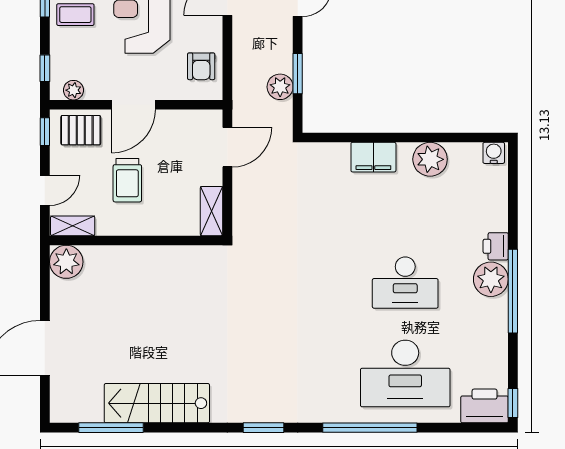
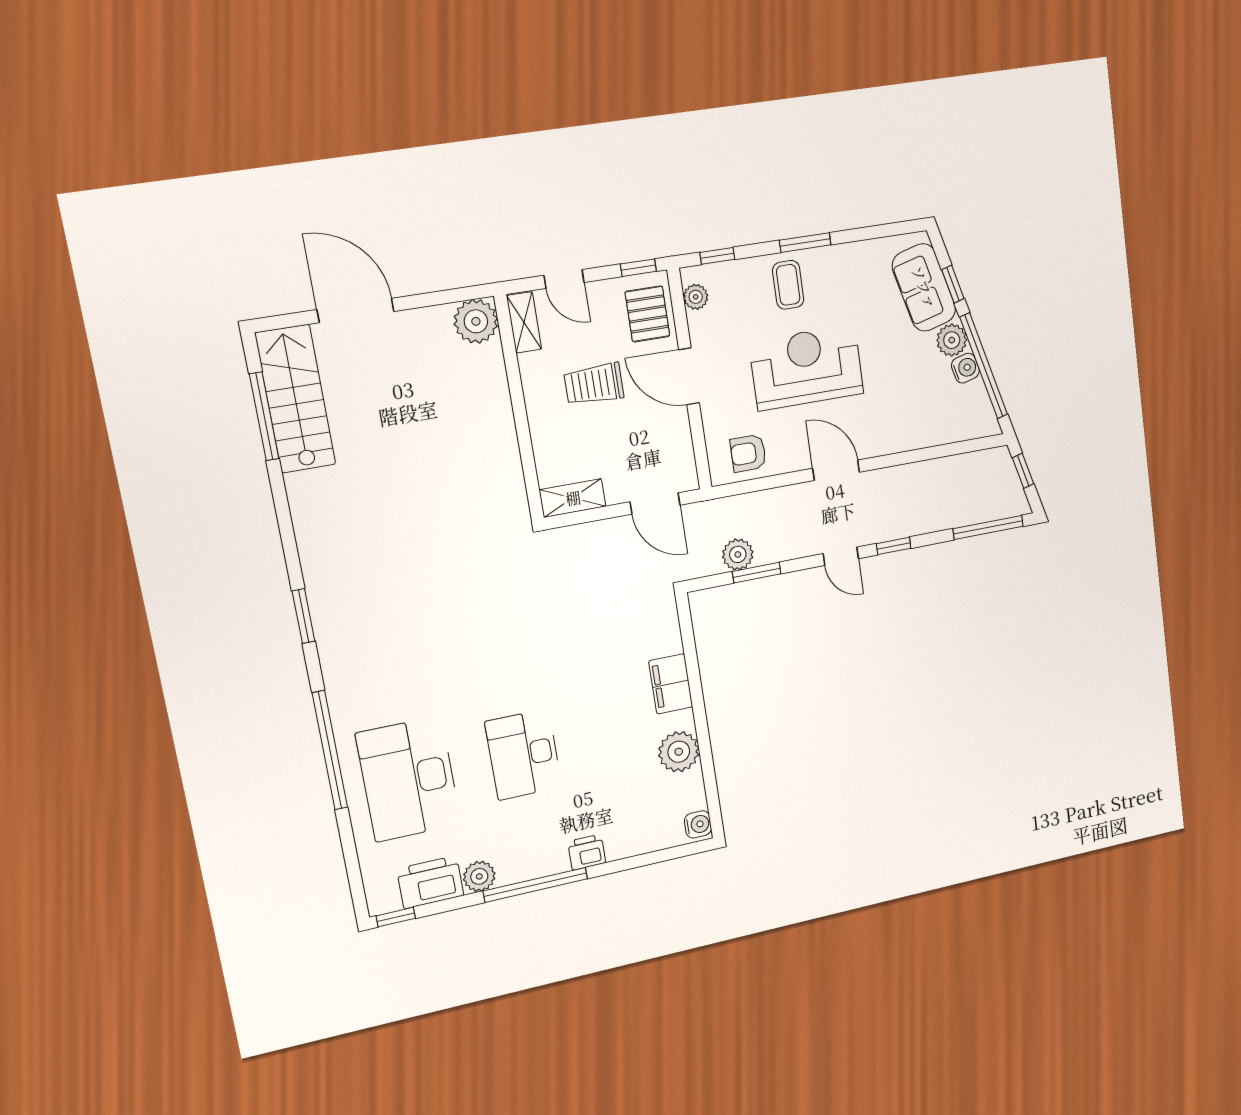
plant: (491, 279) -> (479, 876), moved, width x0.73, depth x0.73
stairs: (157, 403) -> (295, 399), moved
printer: (485, 406) -> (430, 882), moved, turned -90

